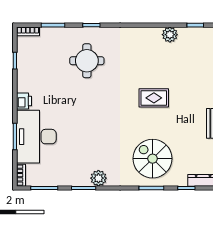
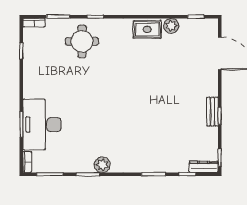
round table: (87, 61) -> (82, 41), moved
rug: (154, 98) -> (147, 29), moved
printer: (24, 101) -> (30, 90), removed
spiral stairs: (153, 159) -> (155, 146), removed

